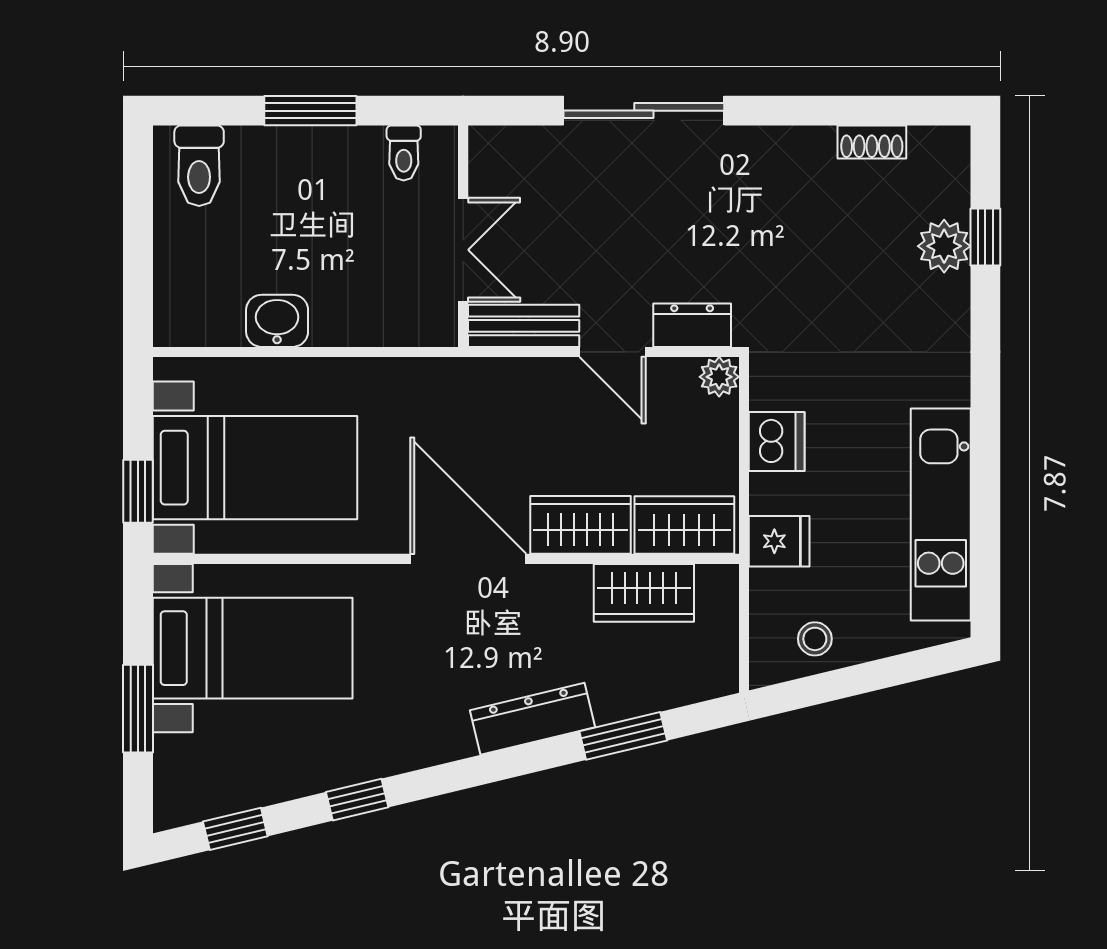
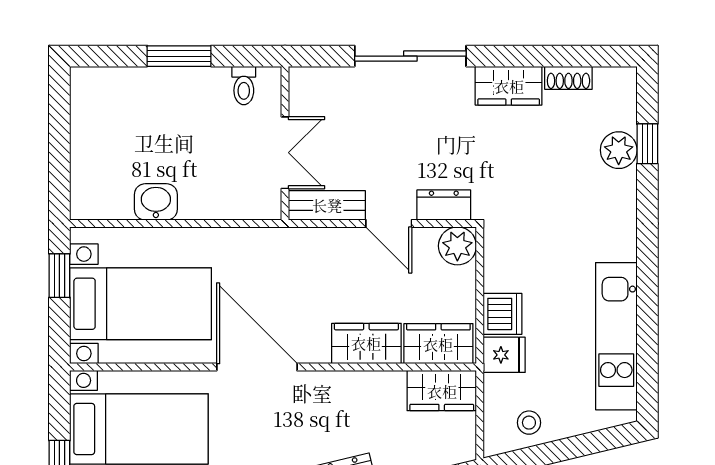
wardrobe: (785, 153) -> (509, 86), added
toilet: (199, 166) -> (102, 94), removed
plant: (719, 377) -> (457, 246), width x1.38, depth x1.38
dishwasher: (777, 442) -> (502, 314), moved
window: (138, 491) -> (59, 276), moved
door: (468, 559) -> (257, 367), moved
wardrobe: (644, 593) -> (442, 391), moved

